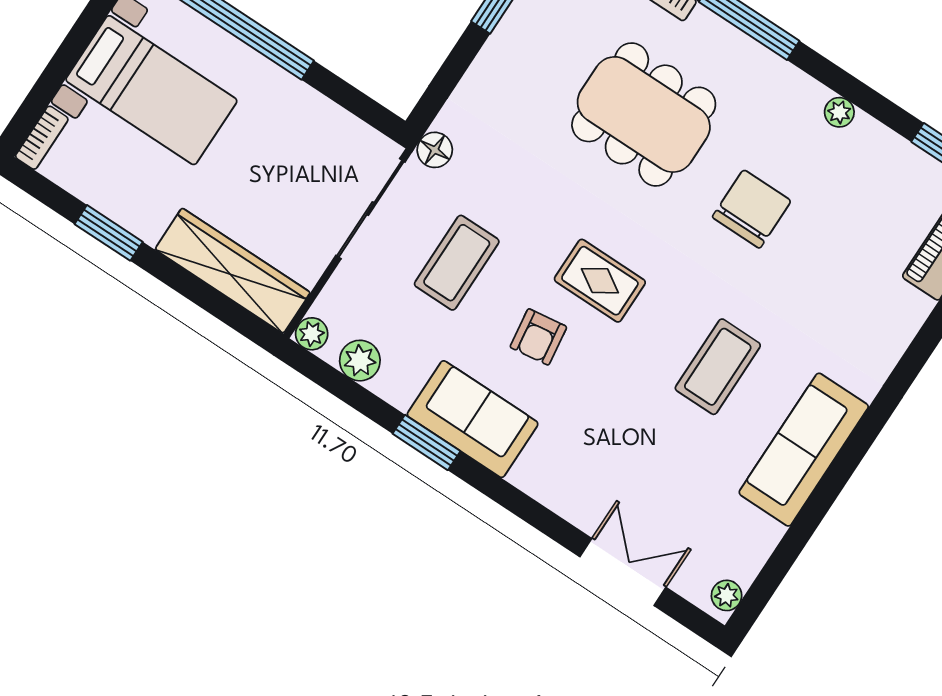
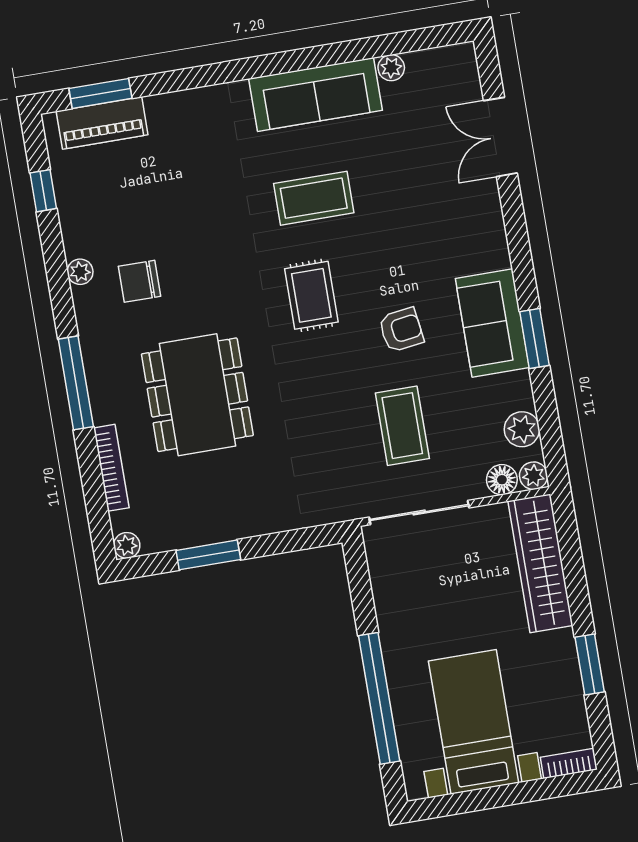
floor lamp: (435, 150) -> (502, 480), moved
chair: (752, 209) -> (140, 281), moved, width x0.73, depth x0.73
coffee table: (457, 263) -> (402, 426), turned 90
rug: (600, 281) -> (311, 295), moved
plant: (727, 595) -> (391, 68), moved

